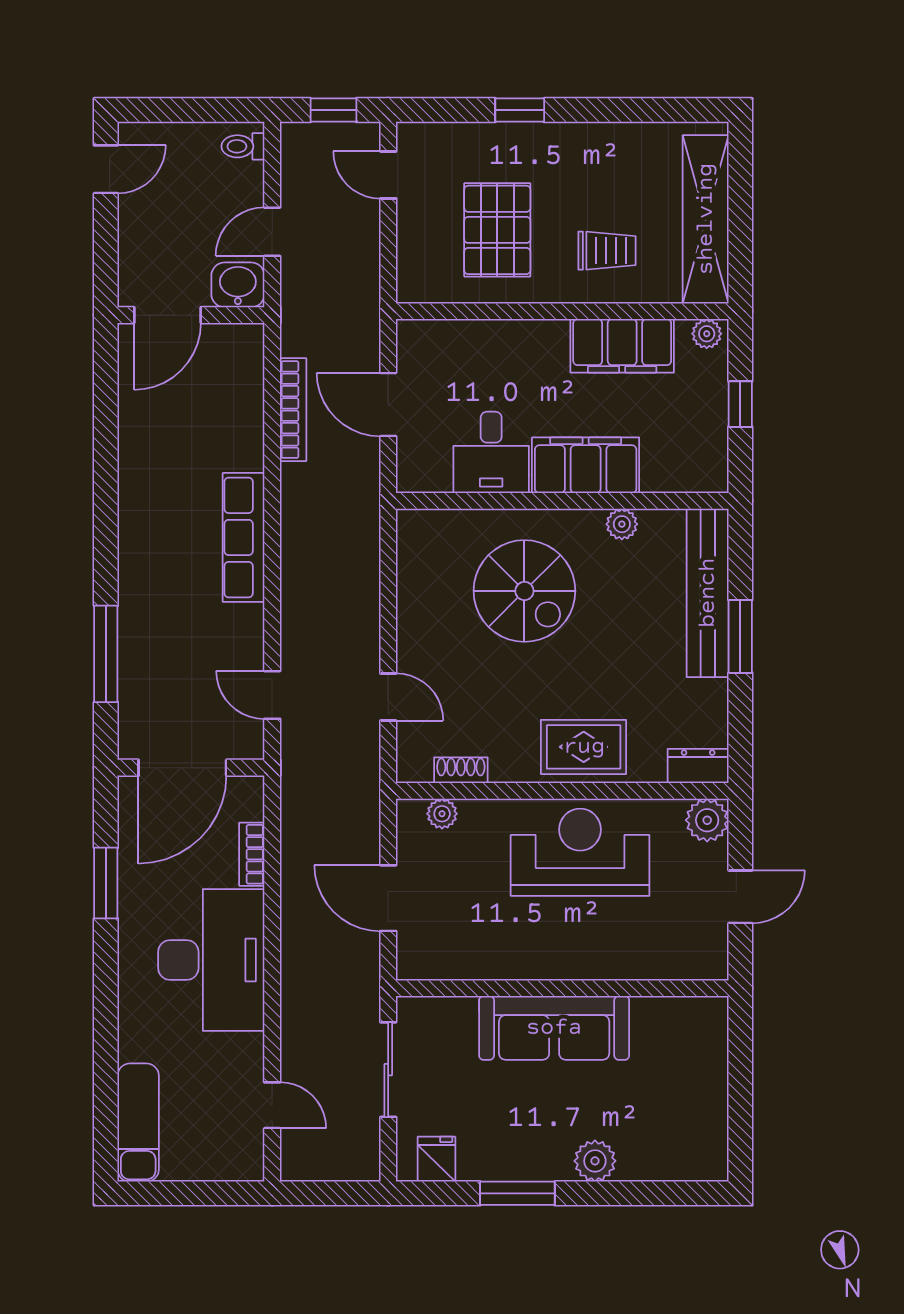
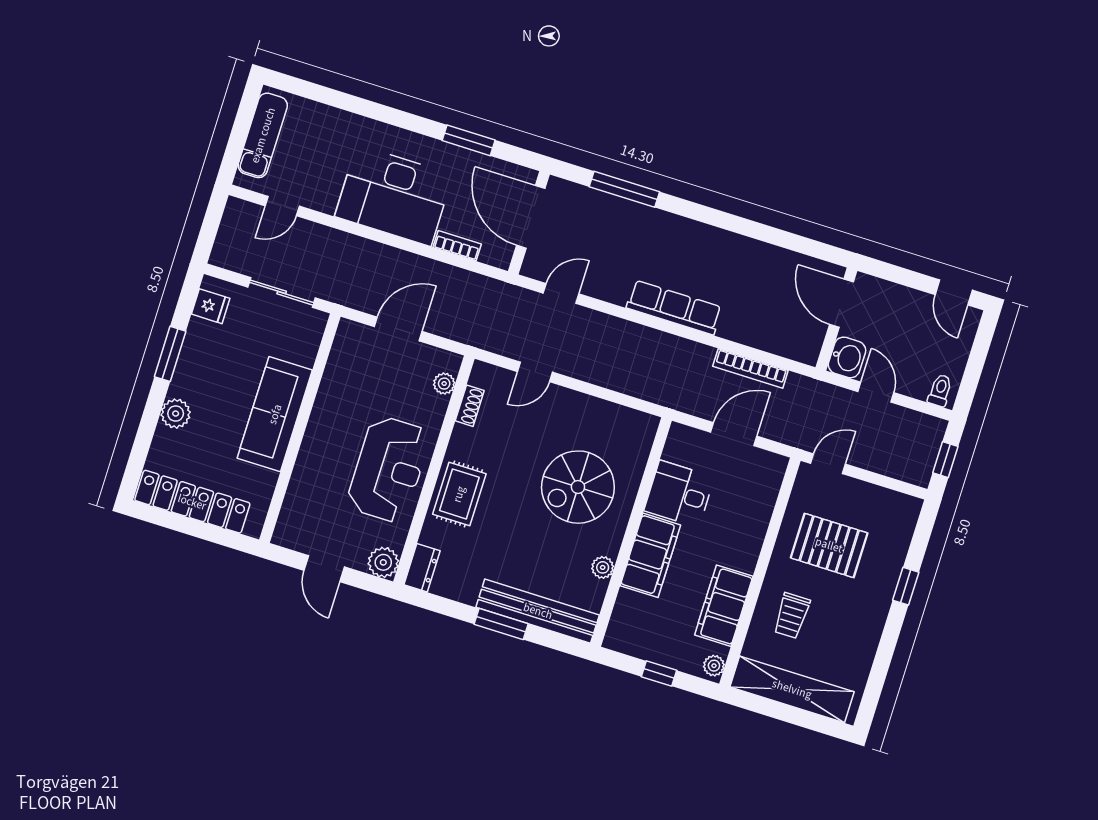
door: (388, 175) -> (828, 464), moved
locker: (706, 1101) -> (192, 502), added
exam couch: (138, 1123) -> (263, 135), moved, turned -90

